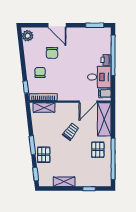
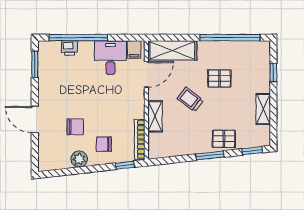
door: (57, 25) -> (35, 119), swing flipped
plant: (28, 36) -> (79, 159), moved
printer: (106, 60) -> (70, 48), moved
door: (88, 102) -> (146, 74), hinge flipped
shelving: (44, 108) -> (155, 116), moved
pallet: (98, 150) -> (219, 78), moved

